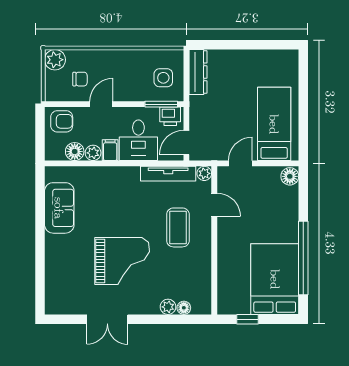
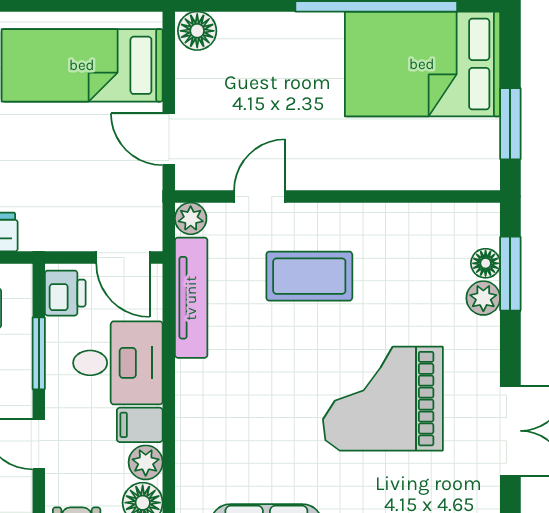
window: (161, 104) -> (39, 353), moved
grand piano: (122, 261) -> (383, 399), turned -90
window: (179, 319) -> (510, 274), added
window: (247, 319) -> (510, 124), width x1.50

